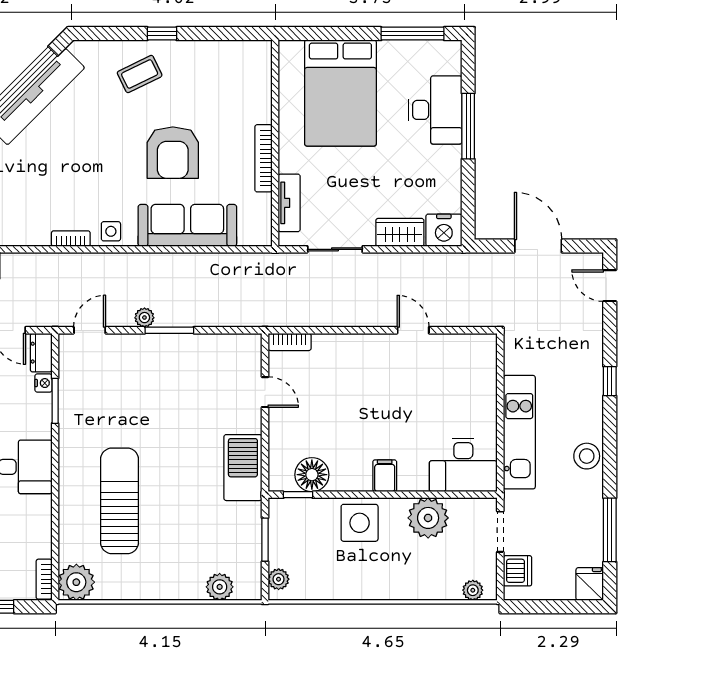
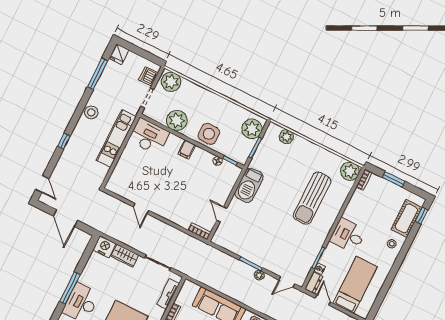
floor lamp: (312, 475) -> (218, 161), width x0.53, depth x0.53
plant: (279, 579) -> (252, 129), width x1.87, depth x1.87
plant: (473, 590) -> (171, 82), width x1.88, depth x1.88

